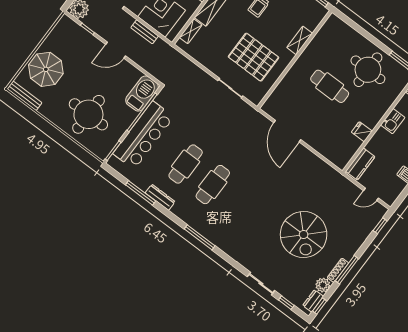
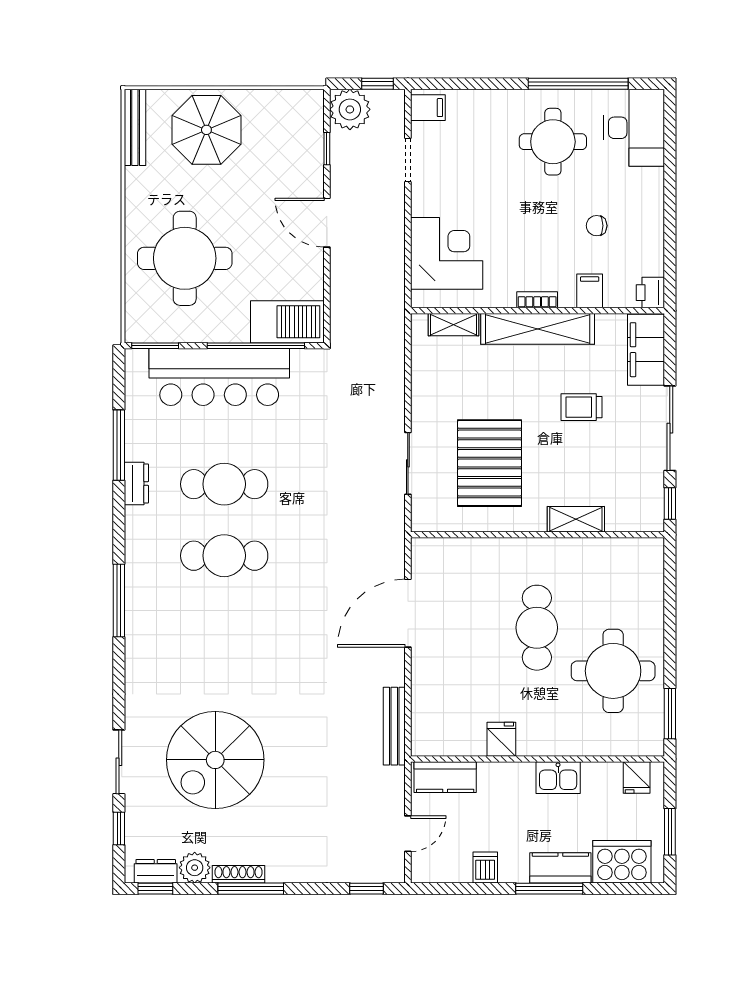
bench: (145, 32) -> (394, 726), moved, width x1.36
door: (371, 194) -> (408, 834), swing flipped
dresser: (160, 197) -> (136, 484), width x0.70
spiral stairs: (304, 235) -> (215, 760), moved

